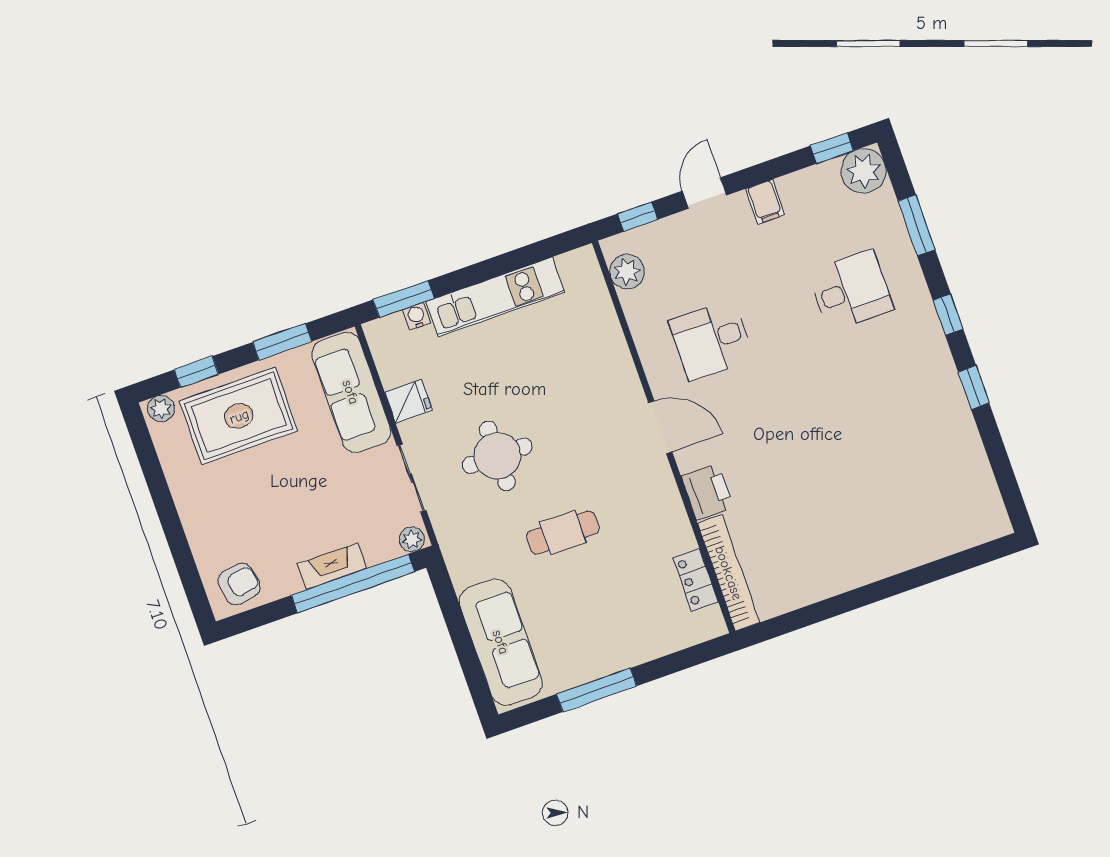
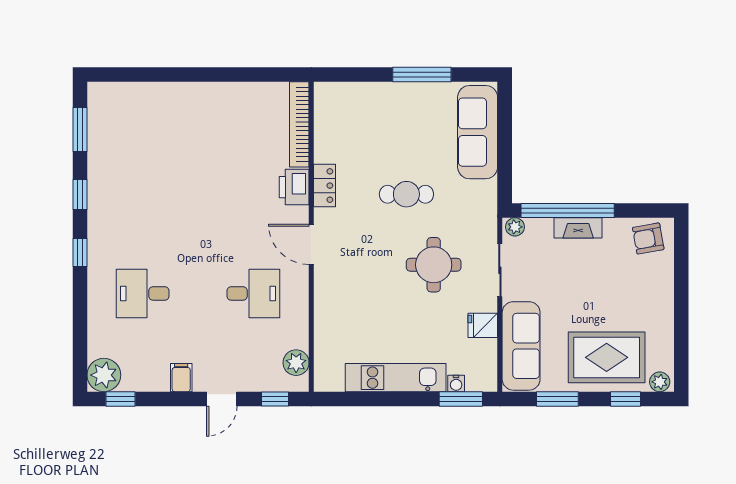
window: (917, 225) -> (80, 130), moved
locker: (695, 580) -> (325, 186), moved

